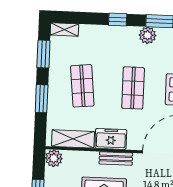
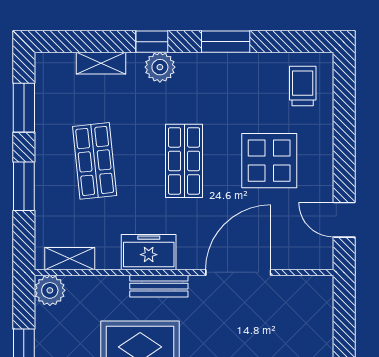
shelving: (64, 29) -> (101, 63), moved
plant: (148, 35) -> (160, 67), moved
shelving: (73, 139) -> (70, 259), width x0.67, depth x0.75

